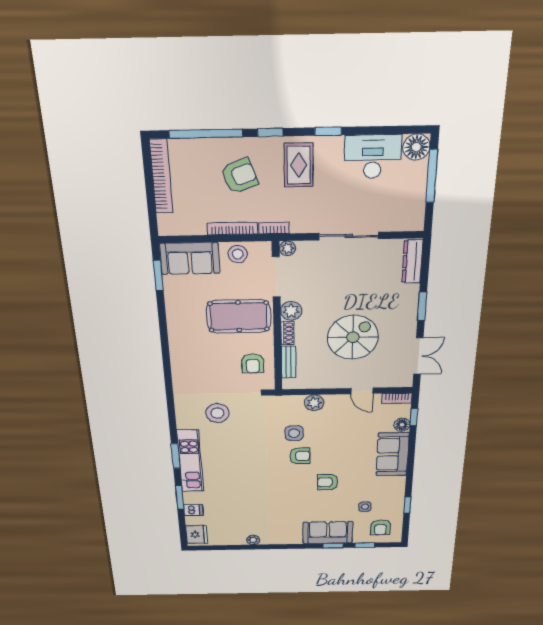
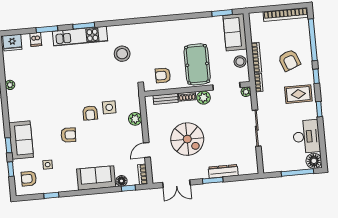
dresser: (412, 261) -> (223, 171), moved
armchair: (328, 482) -> (68, 135), turned 93

